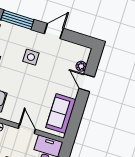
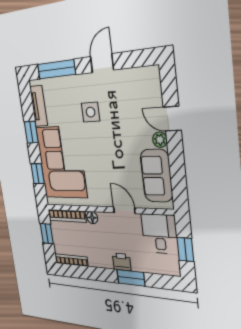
plant: (81, 66) -> (160, 140), moved

